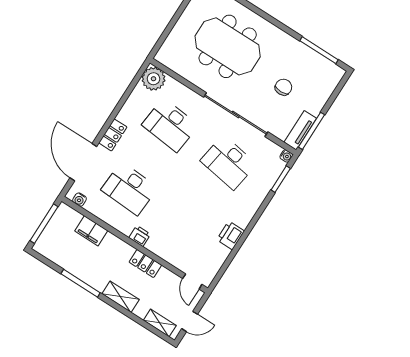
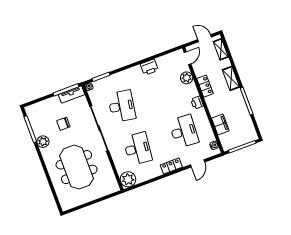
plant: (292, 47) -> (43, 142), added
door: (83, 162) -> (198, 163), width x0.53
plant: (175, 257) -> (187, 78), added

